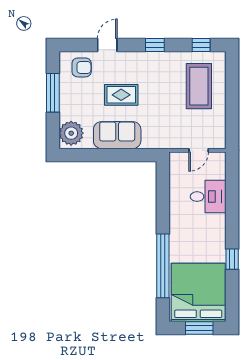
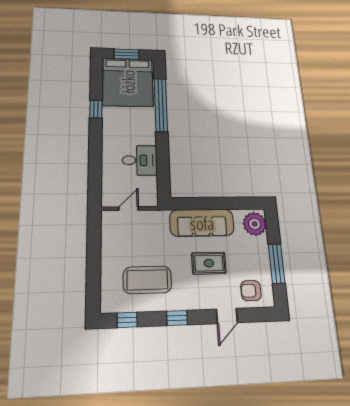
coffee table: (199, 86) -> (147, 280), moved, turned 90
sofa: (117, 135) -> (202, 223), width x1.36
desk: (208, 197) -> (140, 160), moved, turned 180

